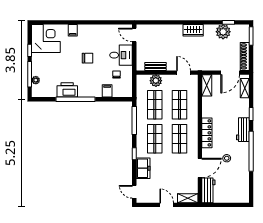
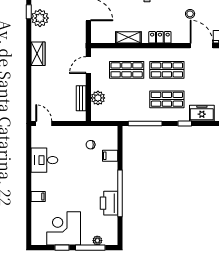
door: (134, 35) -> (44, 124), swing flipped
corner desk: (46, 39) -> (64, 228), moved
desk: (121, 55) -> (44, 160), moved, turned -90
chair: (88, 58) -> (71, 179), removed
shelving: (207, 85) -> (128, 37), moved
shop shelf: (155, 105) -> (127, 99), removed
locker: (207, 133) -> (160, 37), width x0.66

